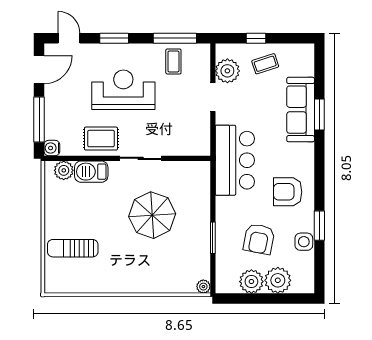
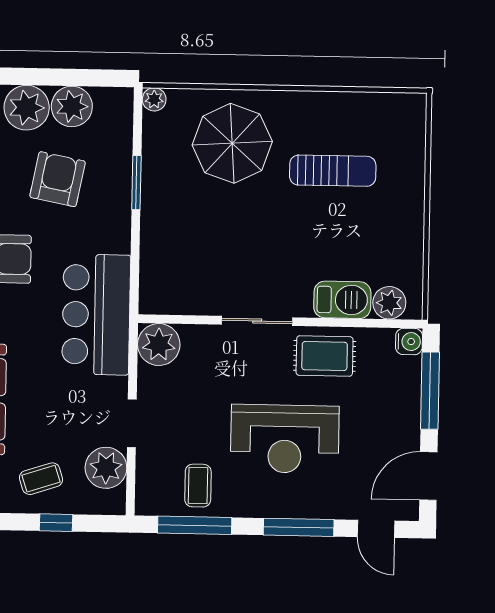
window: (114, 38) -> (299, 527), width x1.44
plant: (198, 143) -> (159, 345), added
parasol: (152, 215) -> (232, 143), moved
sun lounger: (73, 248) -> (333, 171), moved

